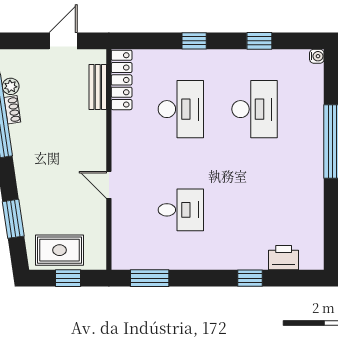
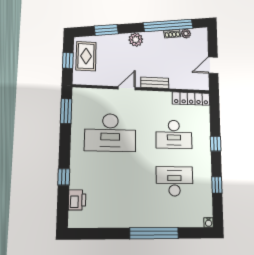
door: (63, 41) -> (213, 65), swing flipped
bench: (98, 87) -> (155, 83), moved
desk: (254, 109) -> (174, 181), turned 180
plant: (27, 171) -> (136, 40), added
desk: (181, 210) -> (110, 133), width x1.87, depth x1.30

